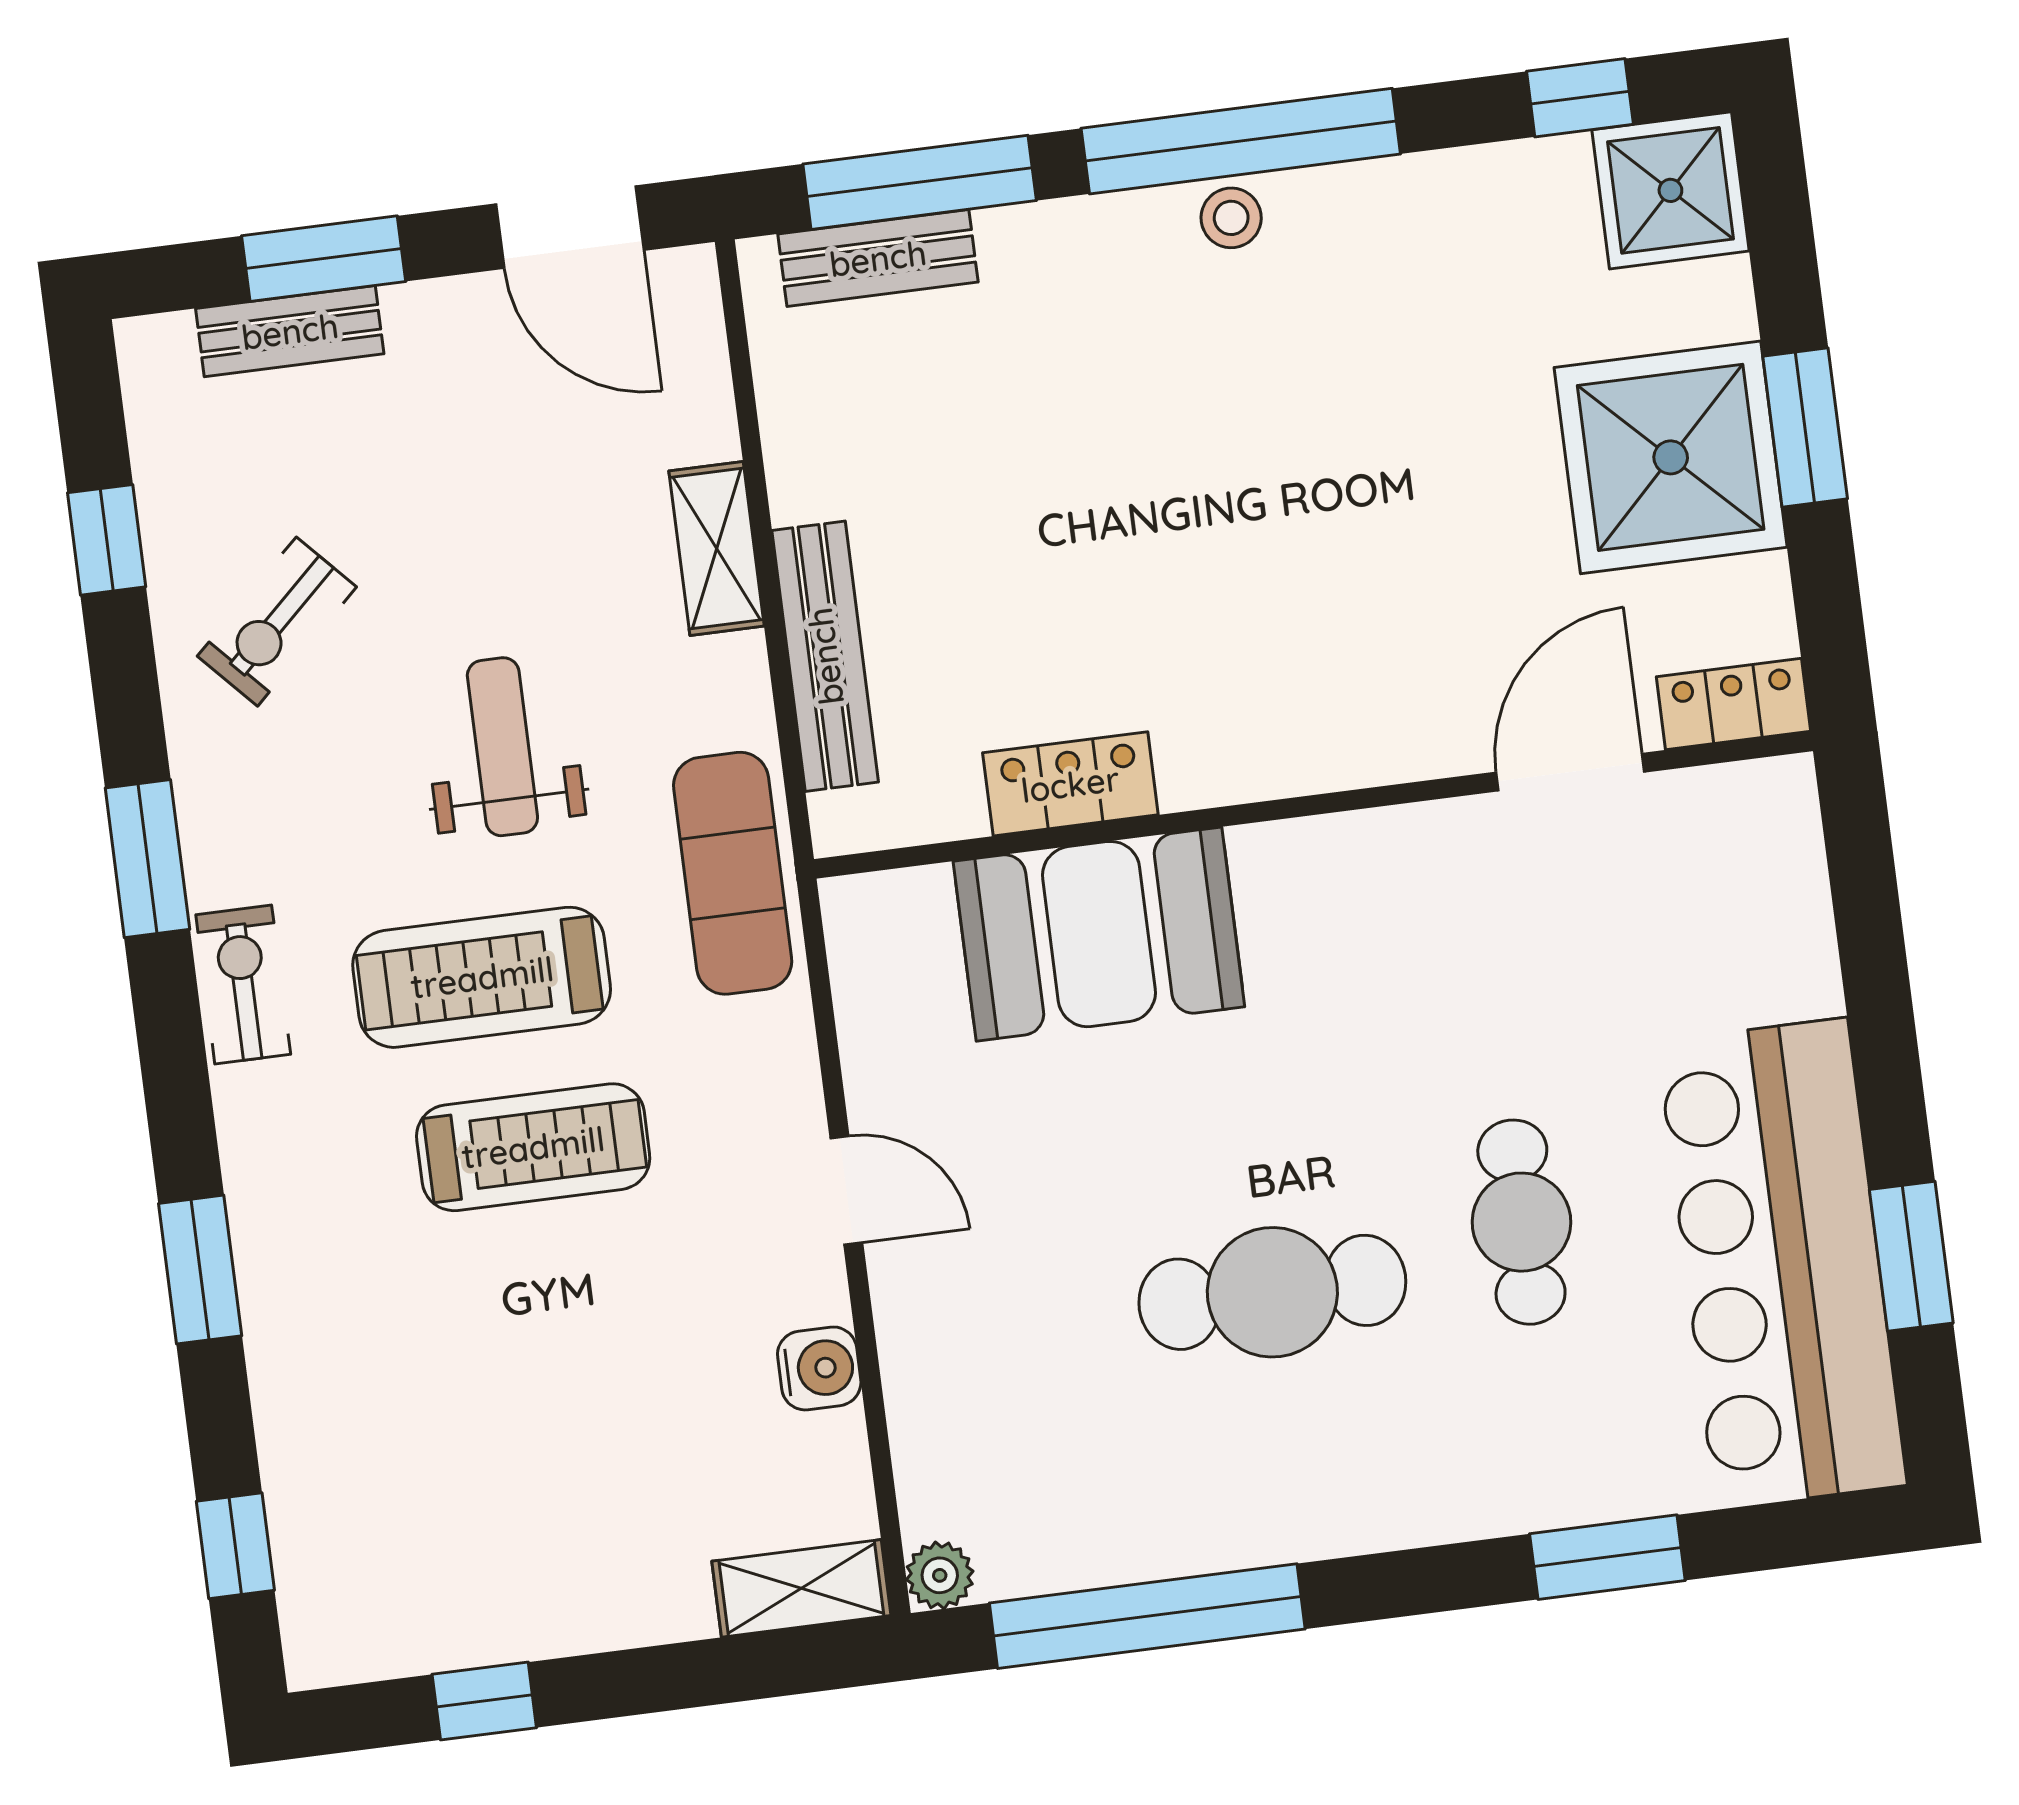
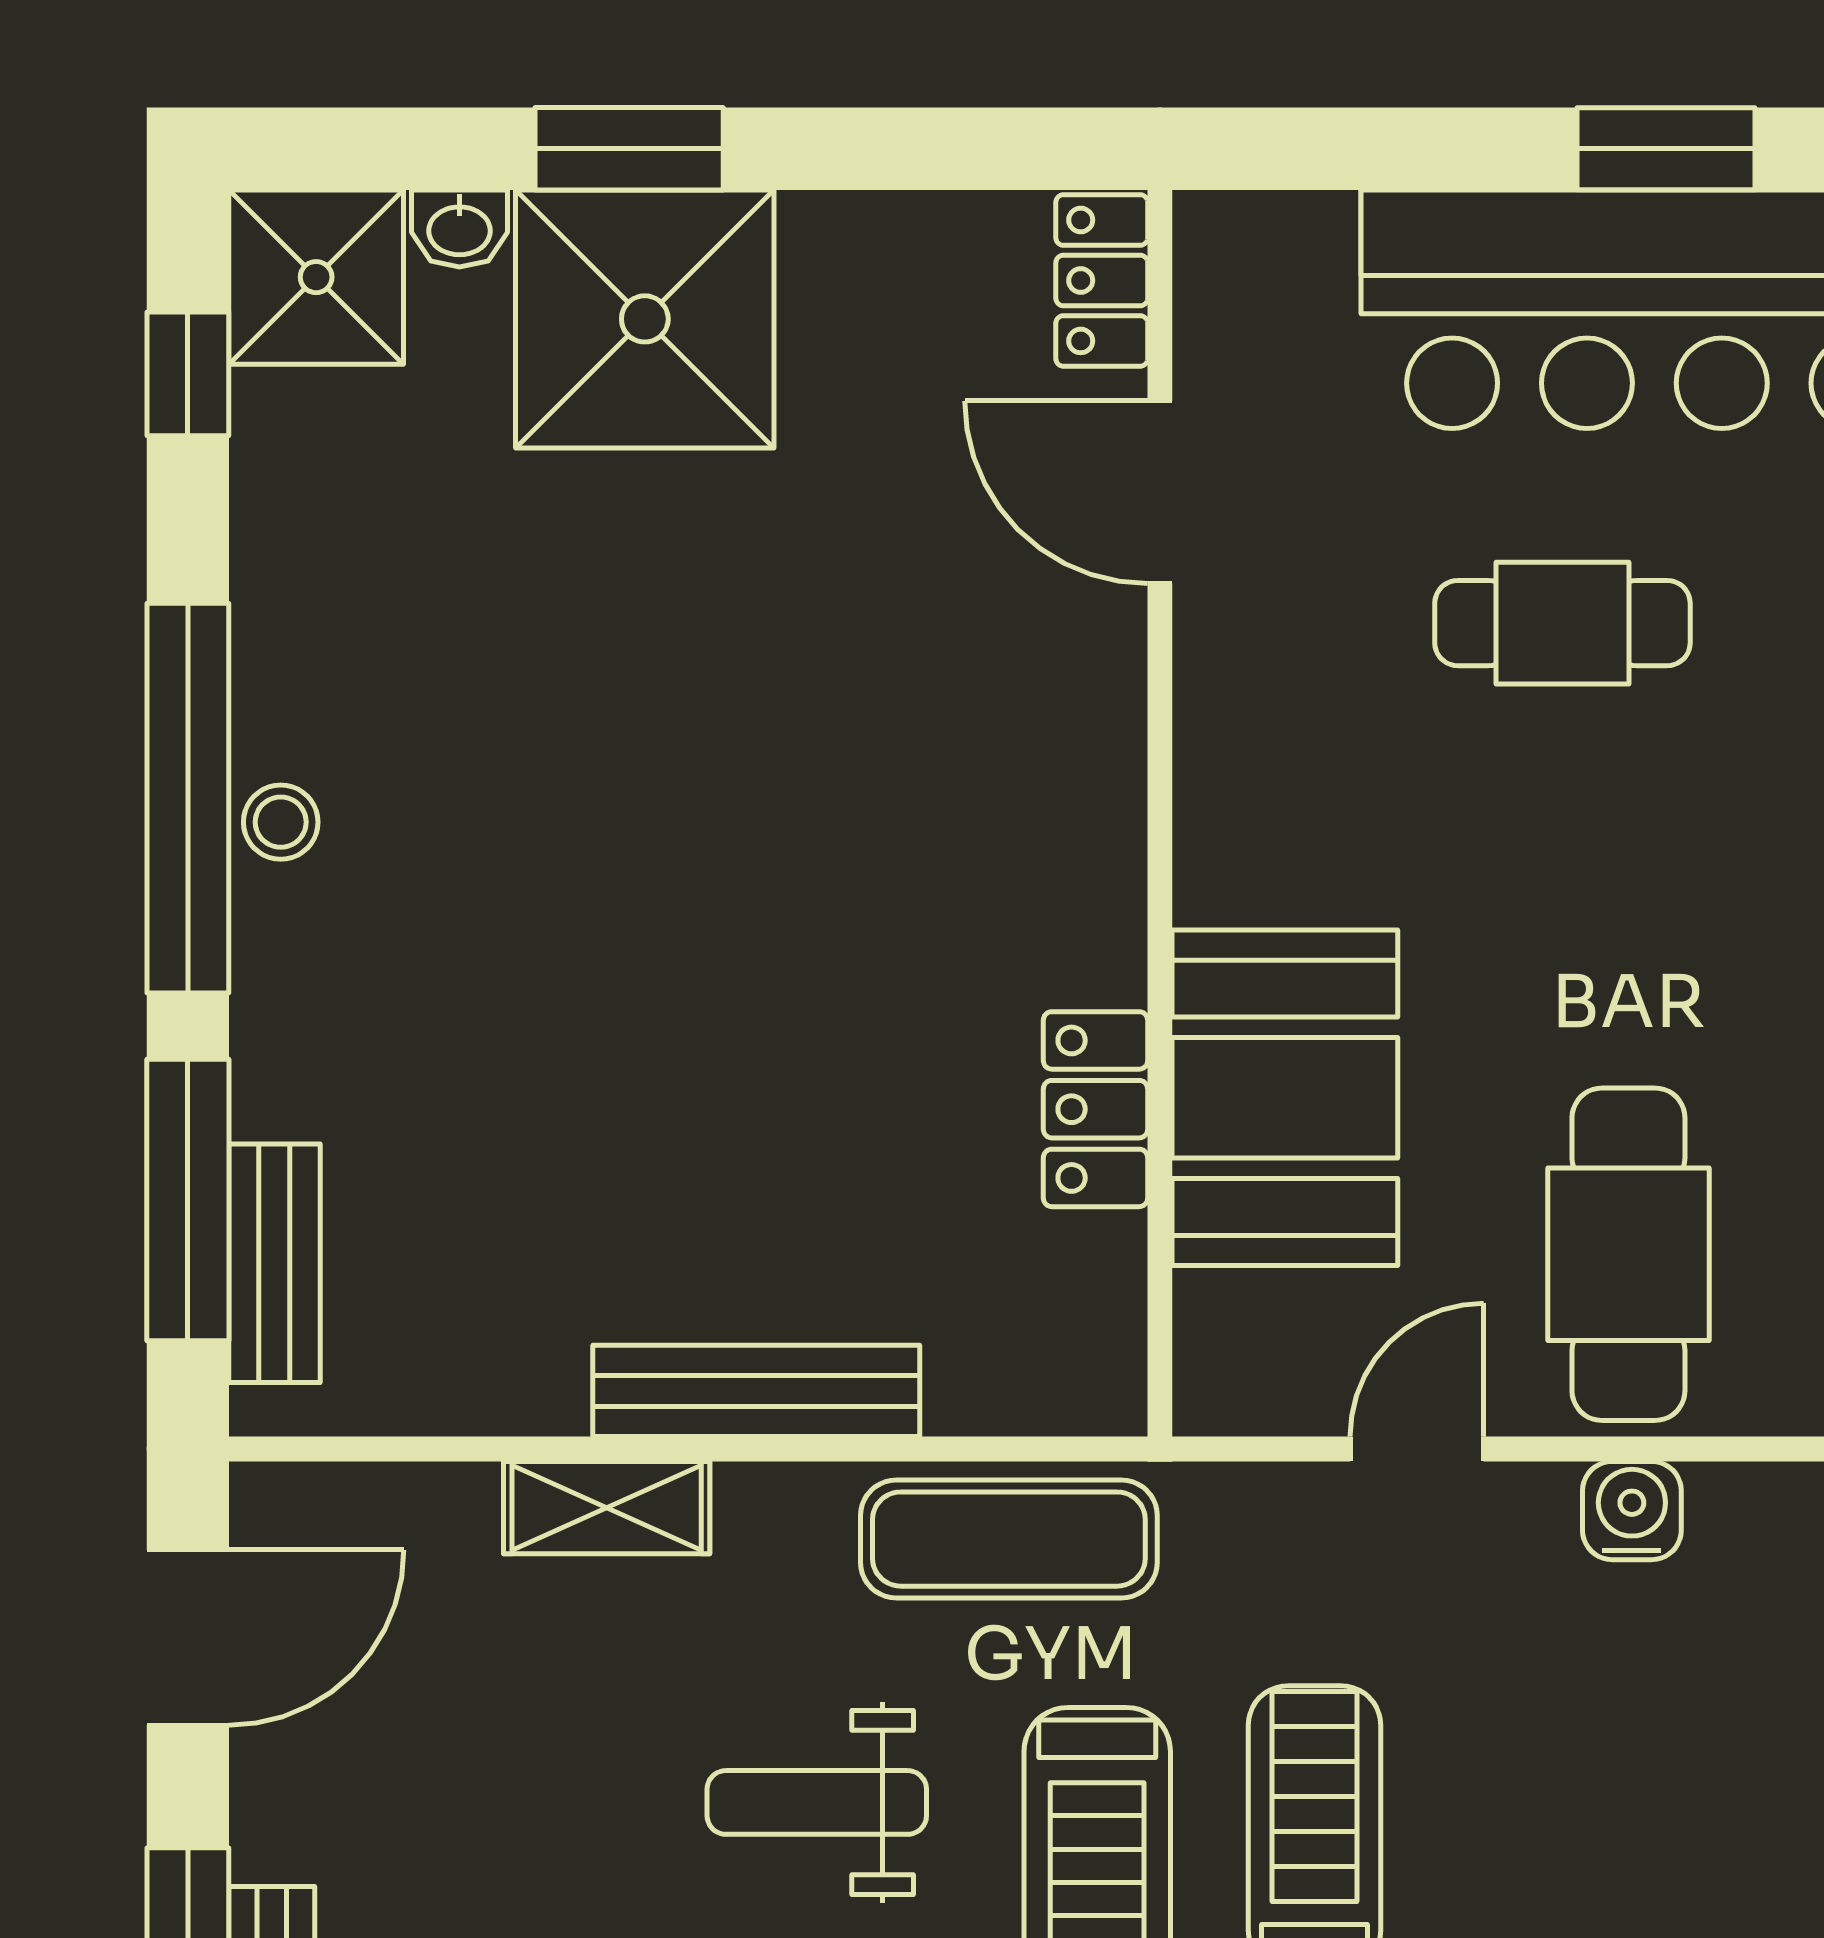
washbasin: (1724, 300) -> (459, 229), added
locker: (1733, 704) -> (1102, 280), moved
door: (1570, 772) -> (1160, 492), moved
locker: (1070, 784) -> (1096, 1109), moved
wall: (1314, 805) -> (1160, 813), moved
booth: (1099, 934) -> (1285, 1098), moved
cafe table: (1272, 1292) -> (1628, 1254), moved

